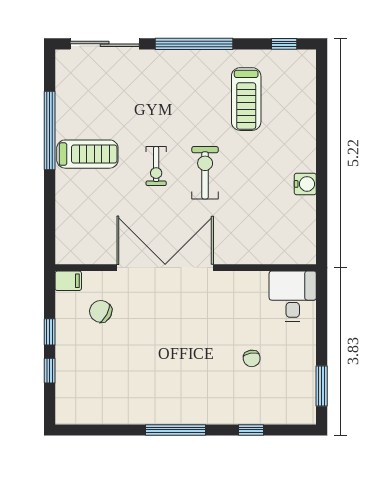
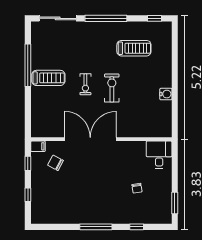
treadmill: (246, 99) -> (134, 48), turned -90
window: (50, 332) -> (28, 163), moved

